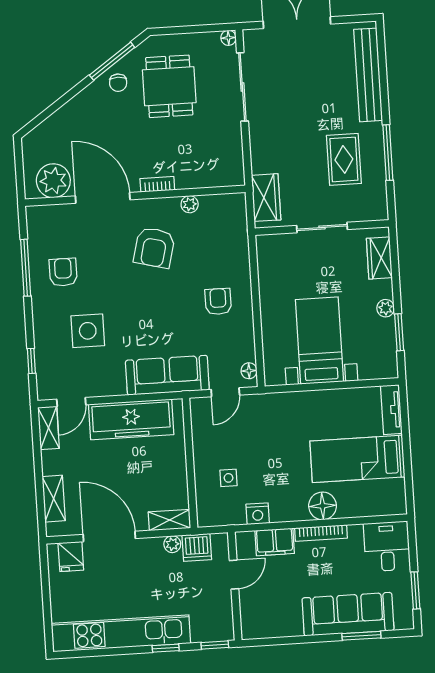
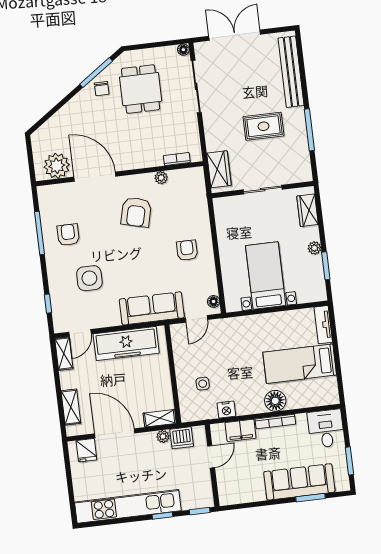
rug: (344, 159) -> (263, 126), moved, turned 90
bookcase: (157, 184) -> (177, 159), moved

